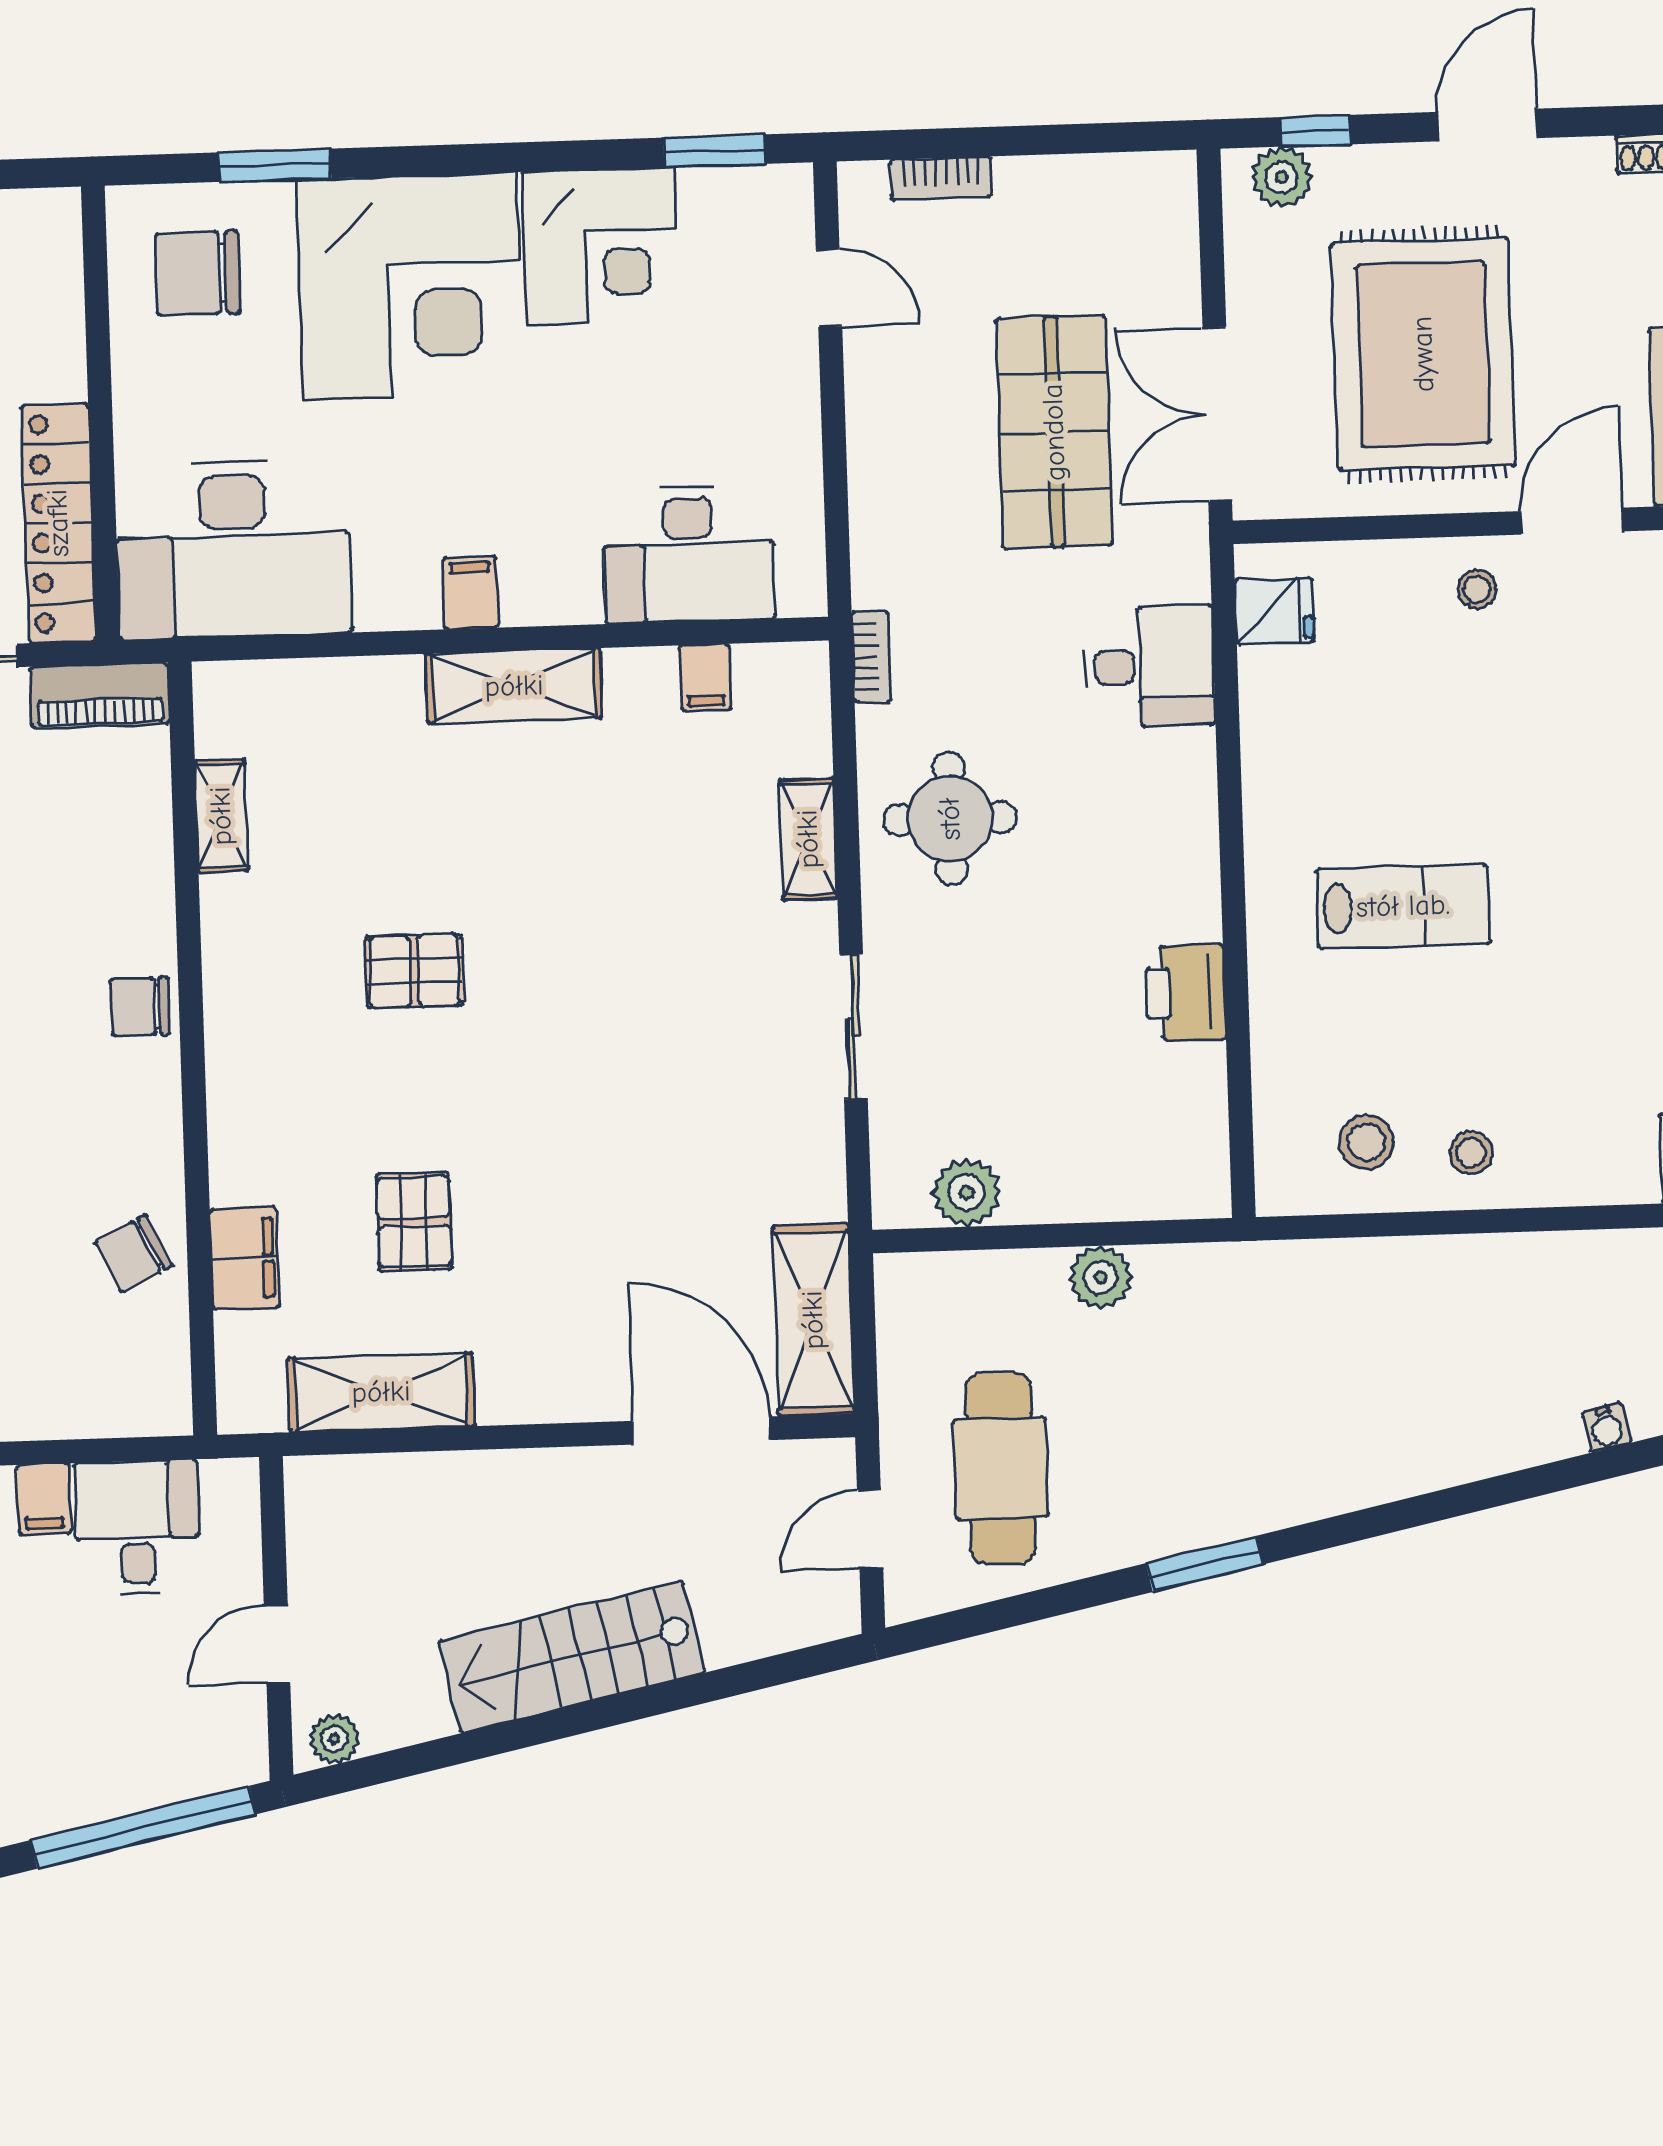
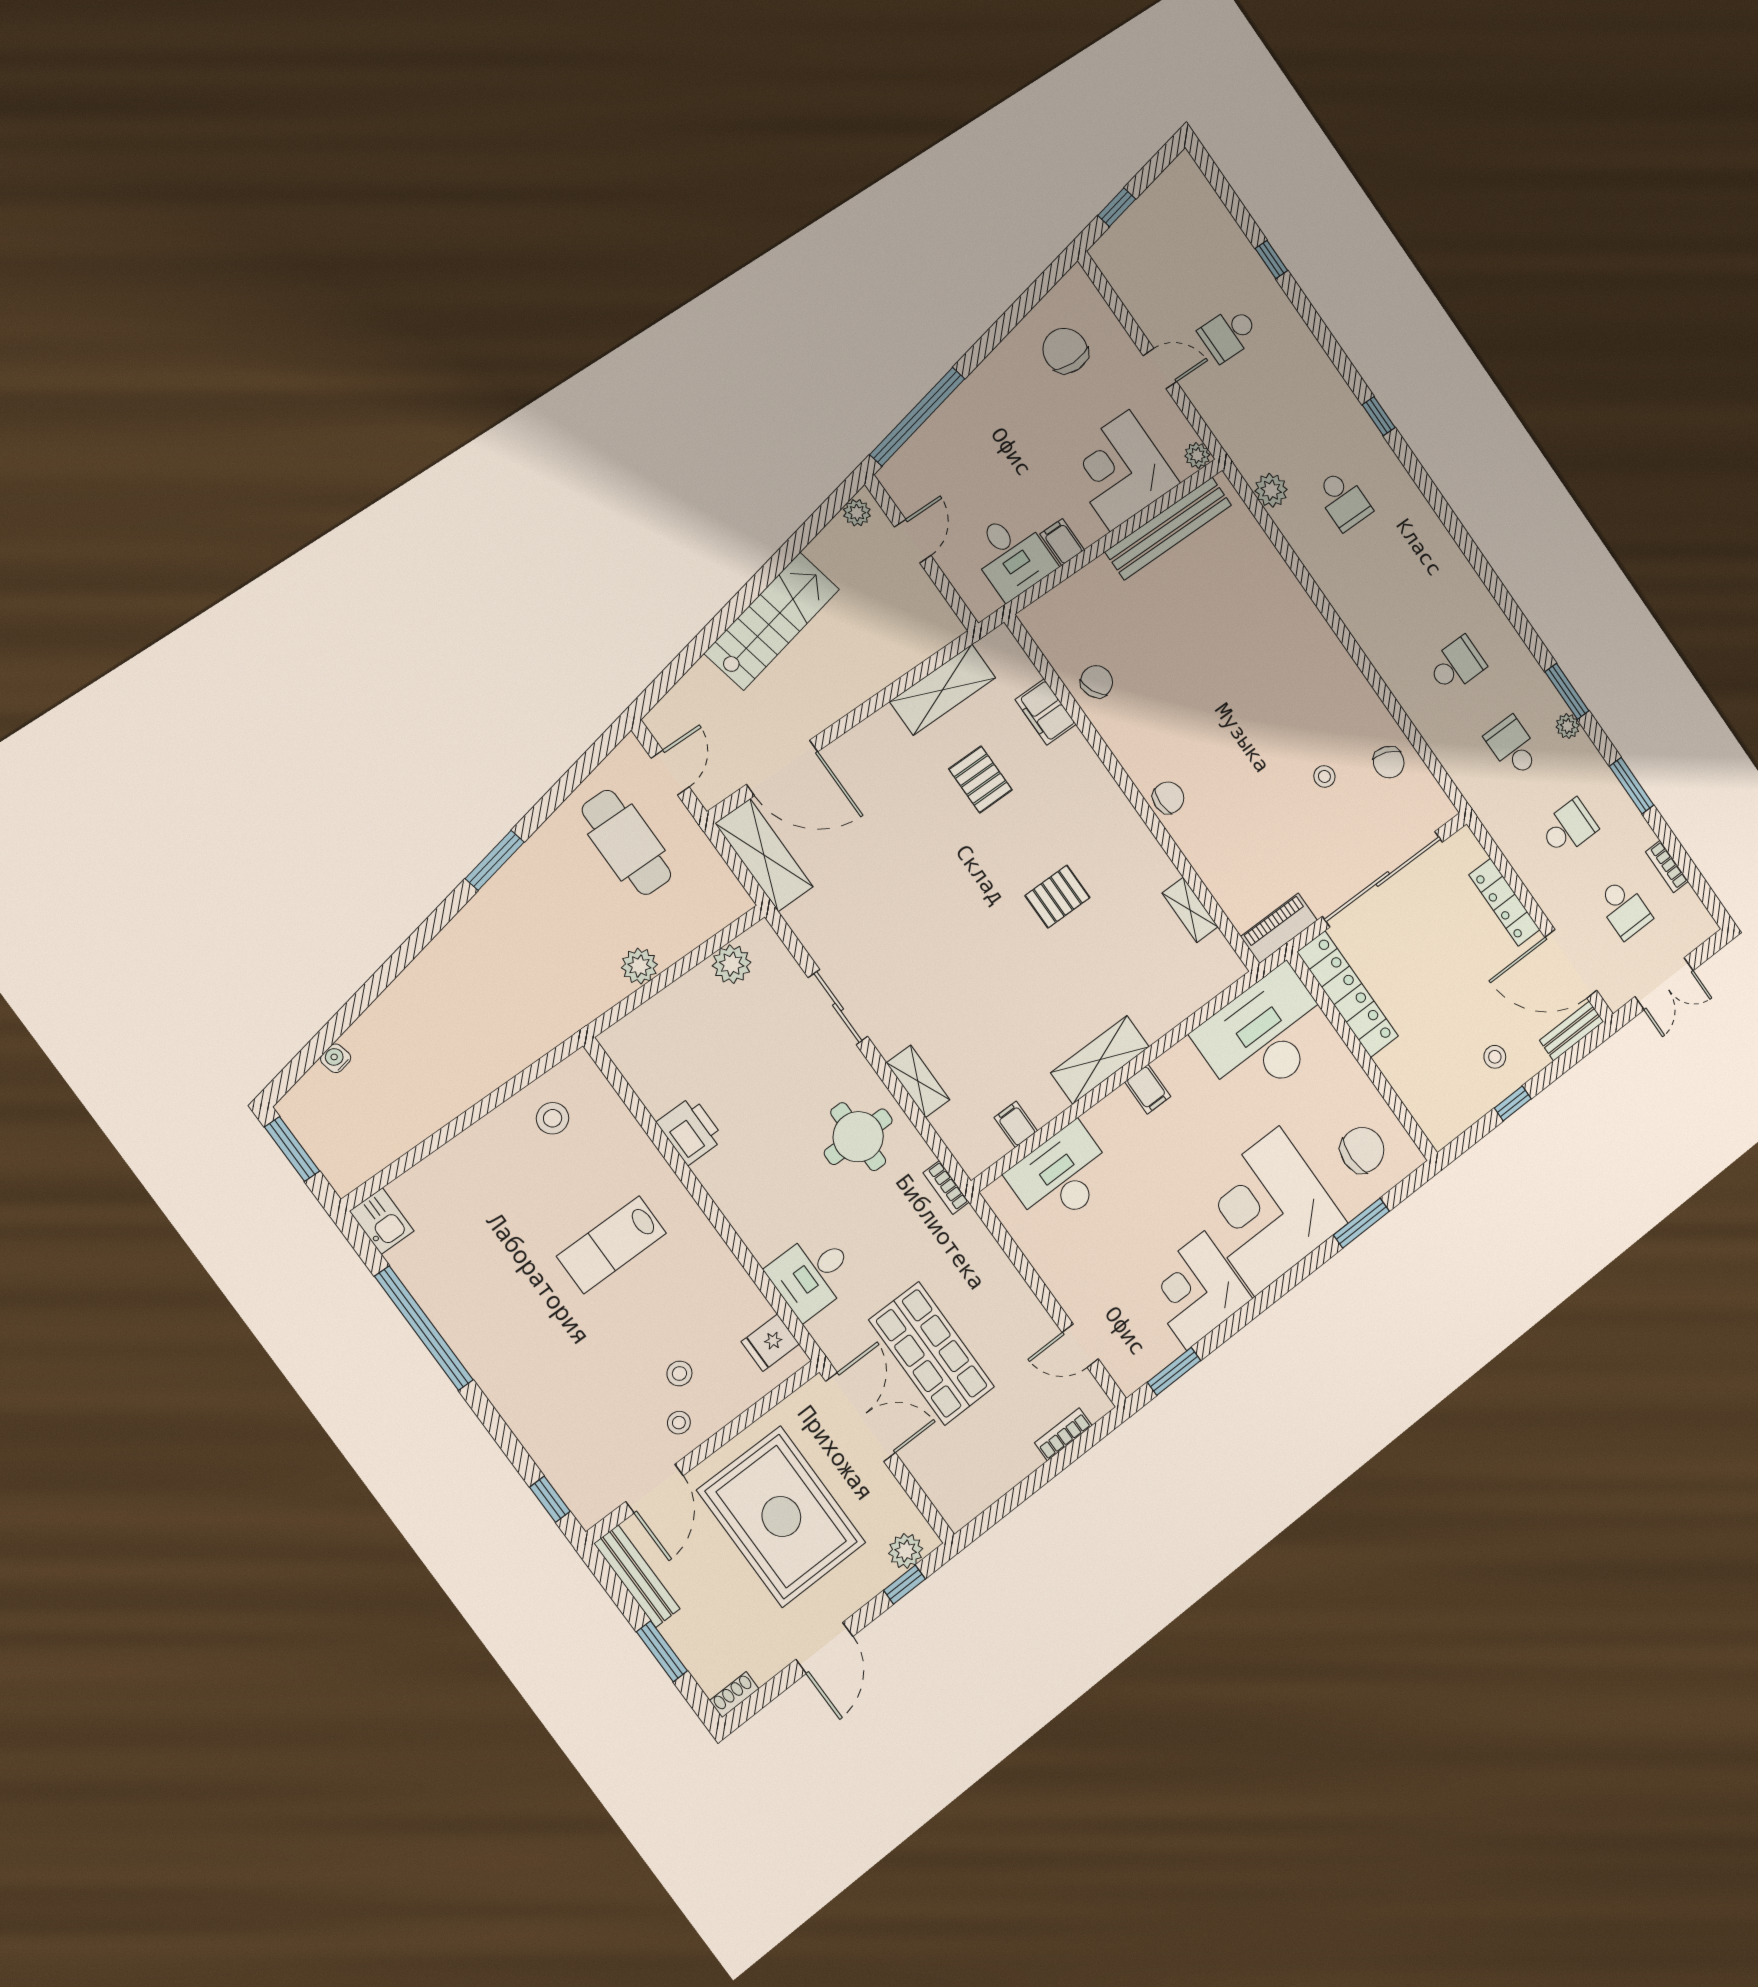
stool: (1471, 1153) -> (679, 1373), moved

